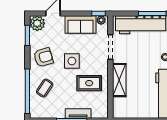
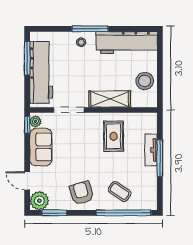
side table: (72, 61) -> (86, 158), removed
stool: (134, 108) -> (145, 81), added

